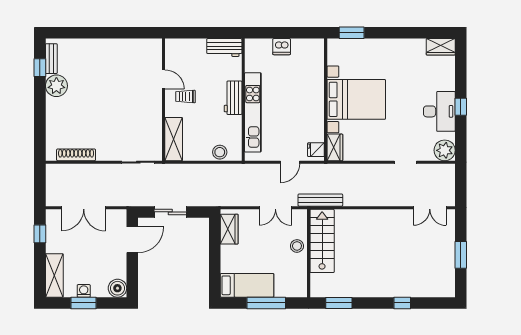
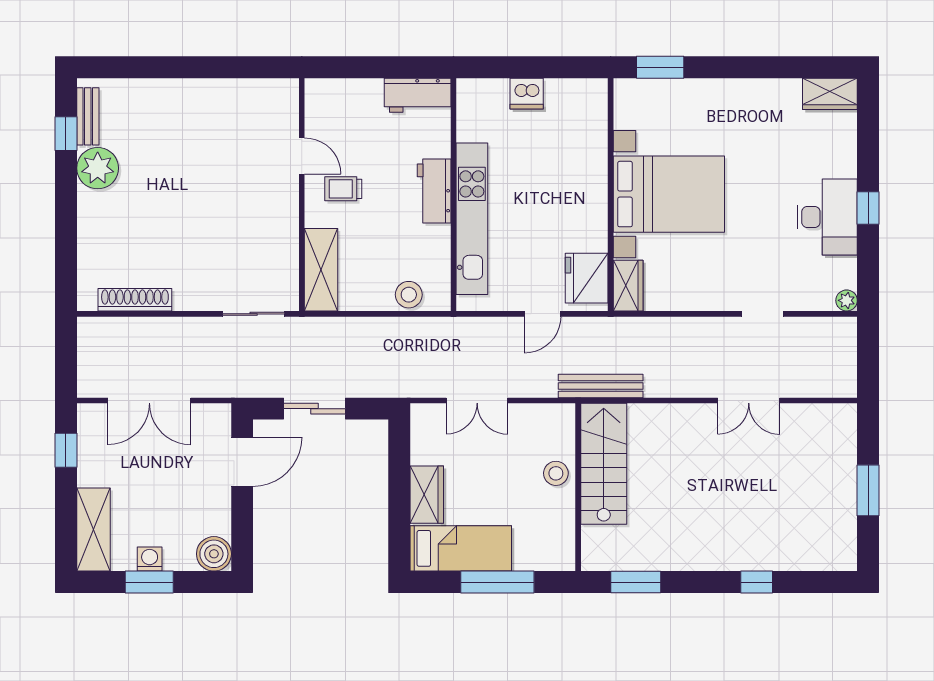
fridge: (316, 150) -> (587, 278), width x1.88, depth x1.34
plant: (445, 150) -> (847, 300), width x0.53, depth x0.53
double door: (275, 208) -> (477, 401), moved
double door: (430, 208) -> (749, 401), moved
wardrobe: (229, 229) -> (427, 495), moved

